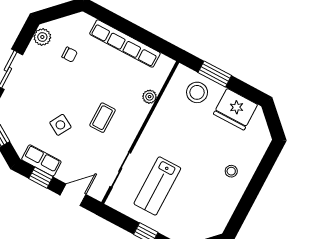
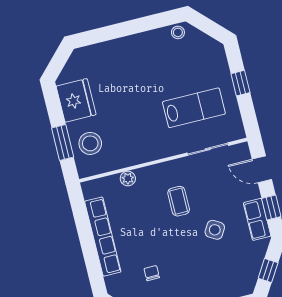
coffee table: (103, 118) -> (179, 201), turned 90
stool: (231, 171) -> (178, 32), moved

